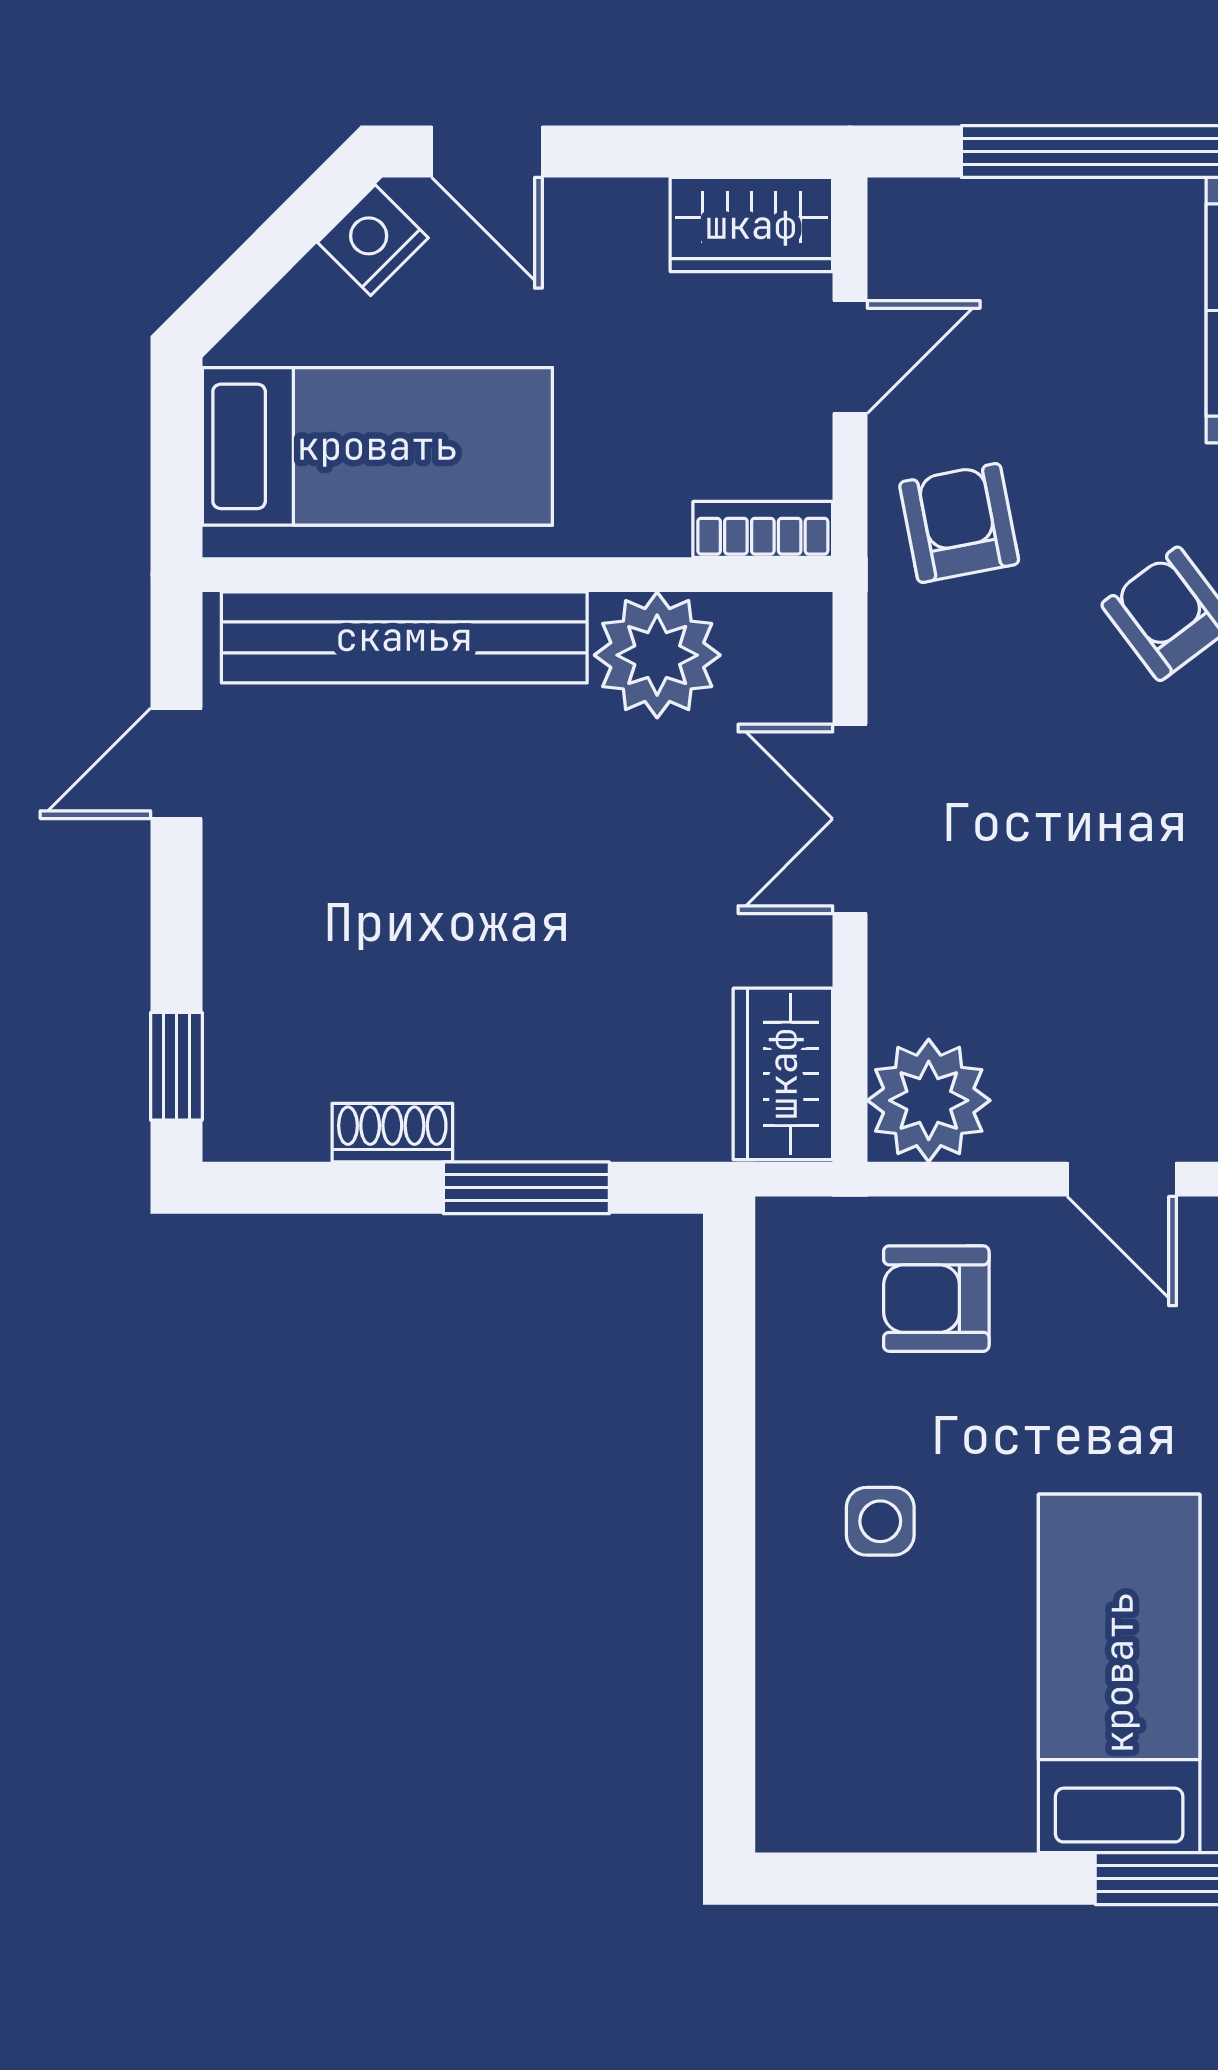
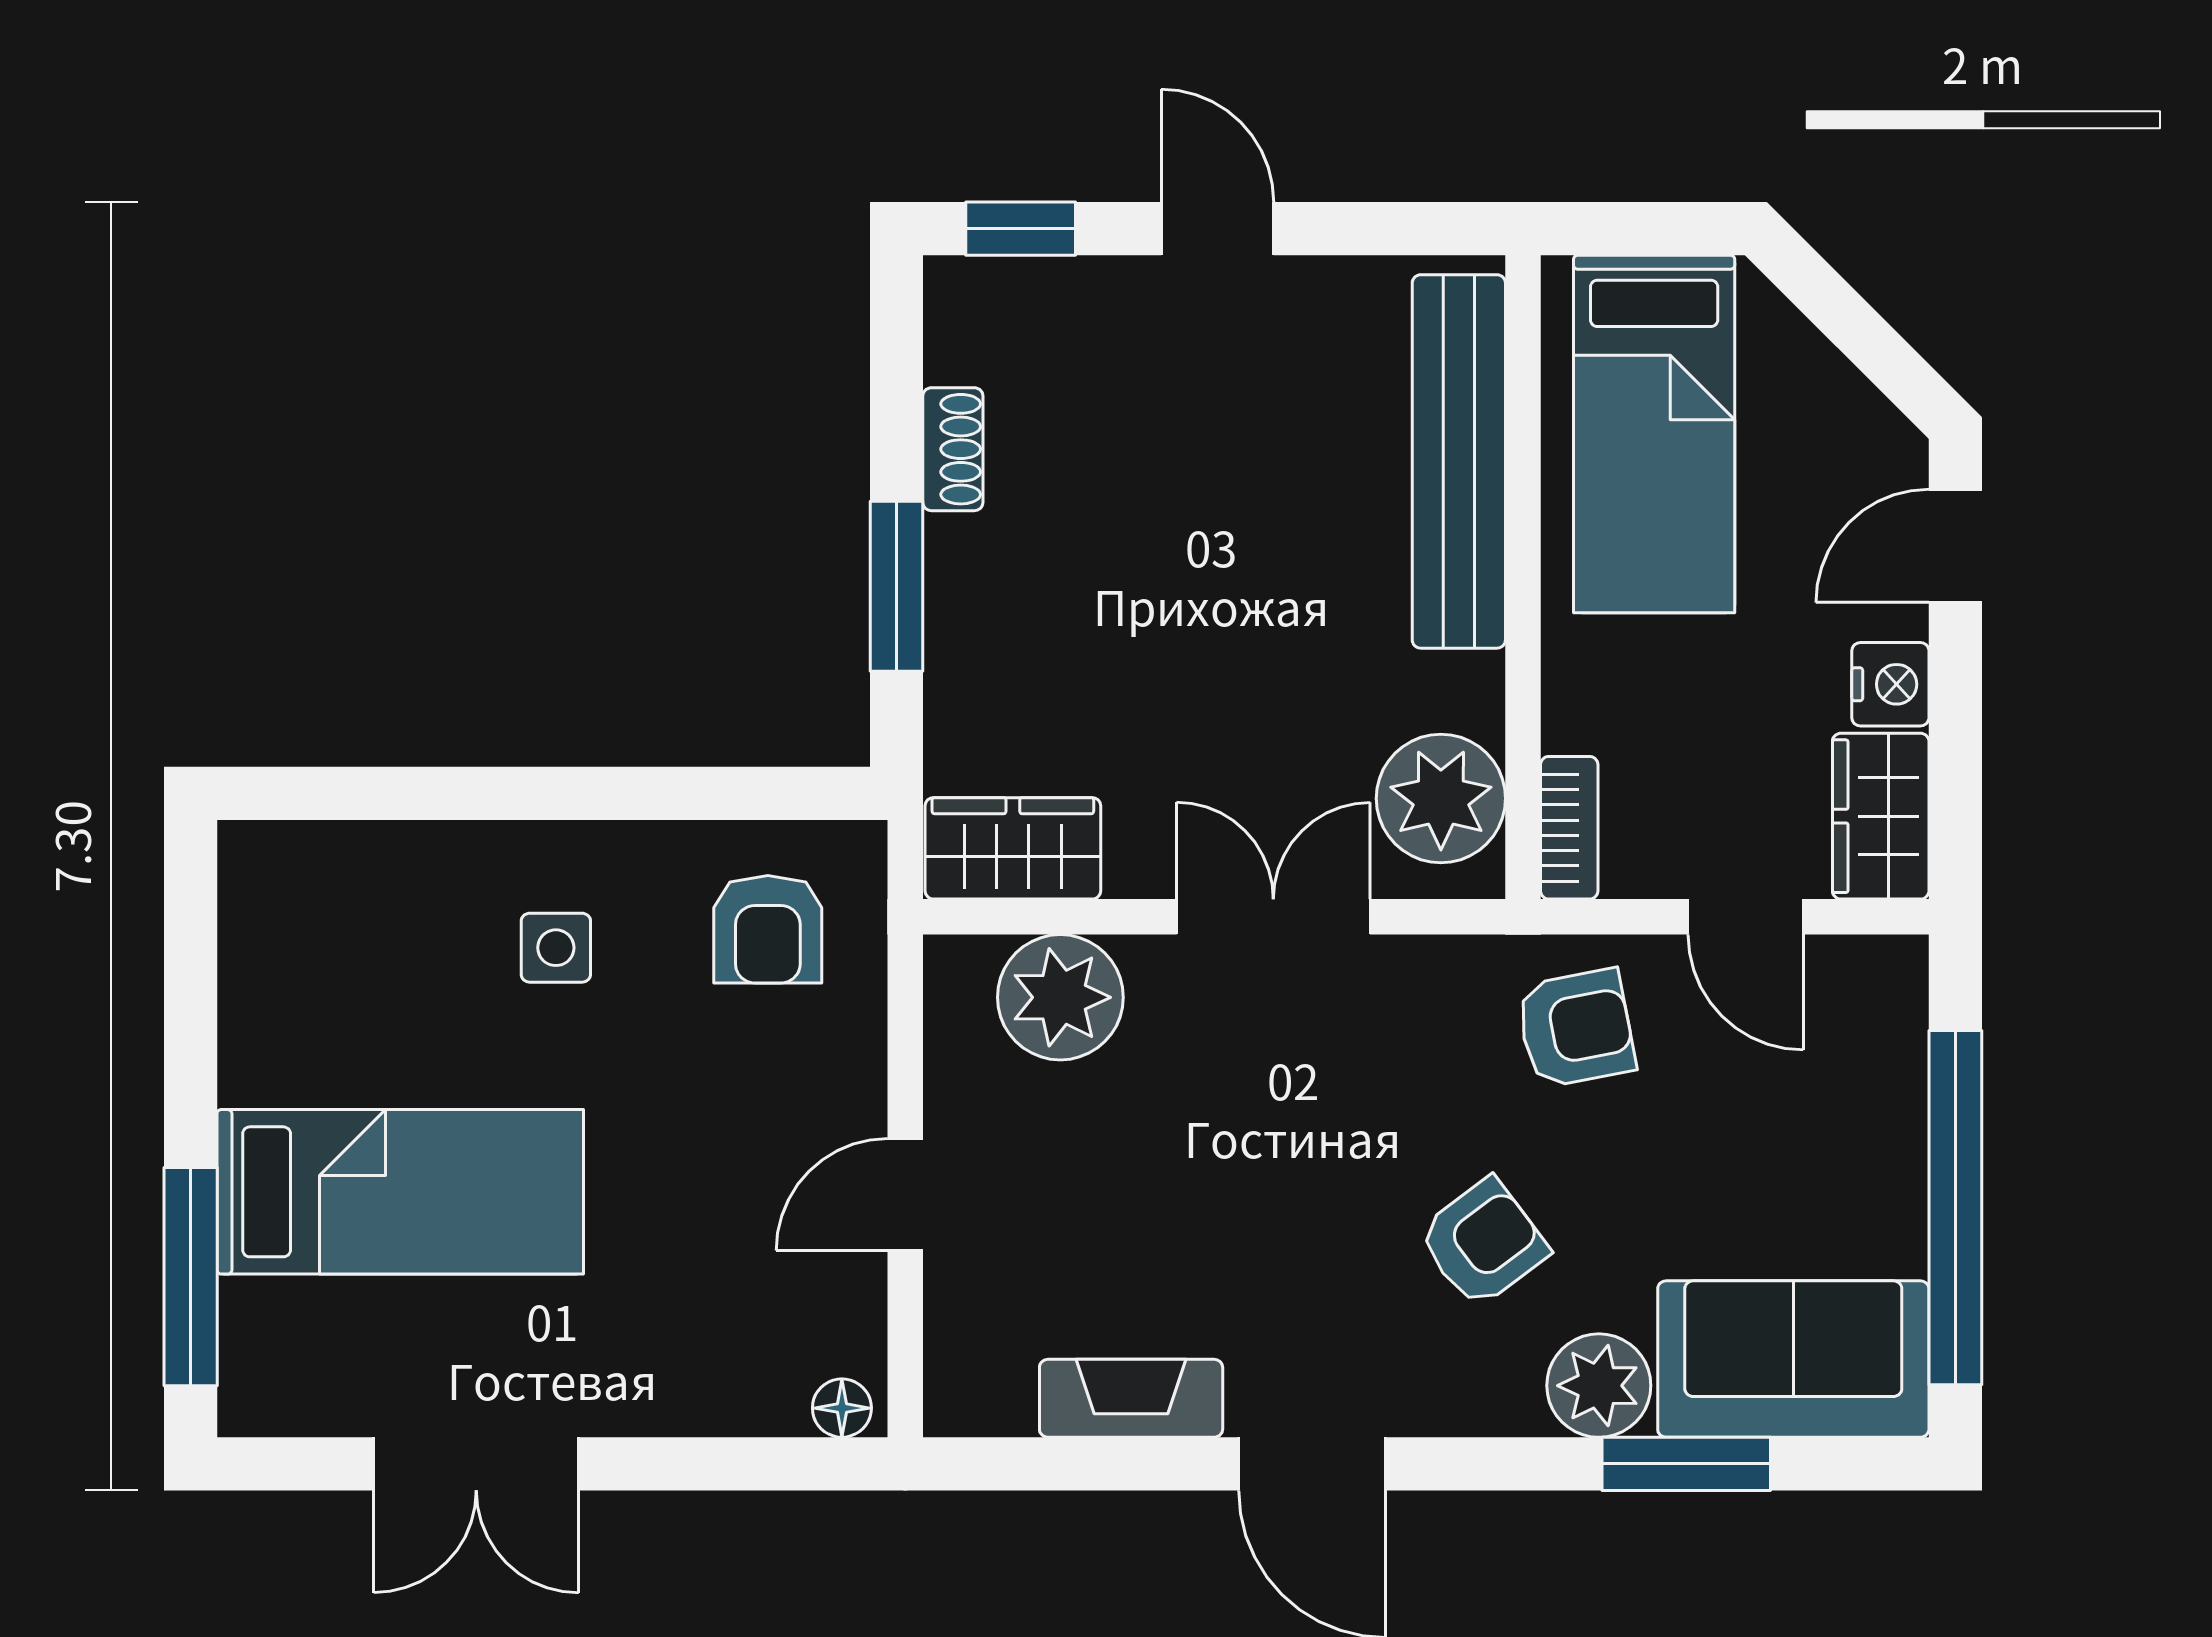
nightstand: (373, 240) -> (1890, 684), moved, turned 45
plant: (657, 655) -> (1441, 798), moved
door: (176, 763) -> (1217, 229), moved
plant: (929, 1100) -> (1060, 997), moved
armchair: (936, 1299) -> (768, 929), moved, turned 180

